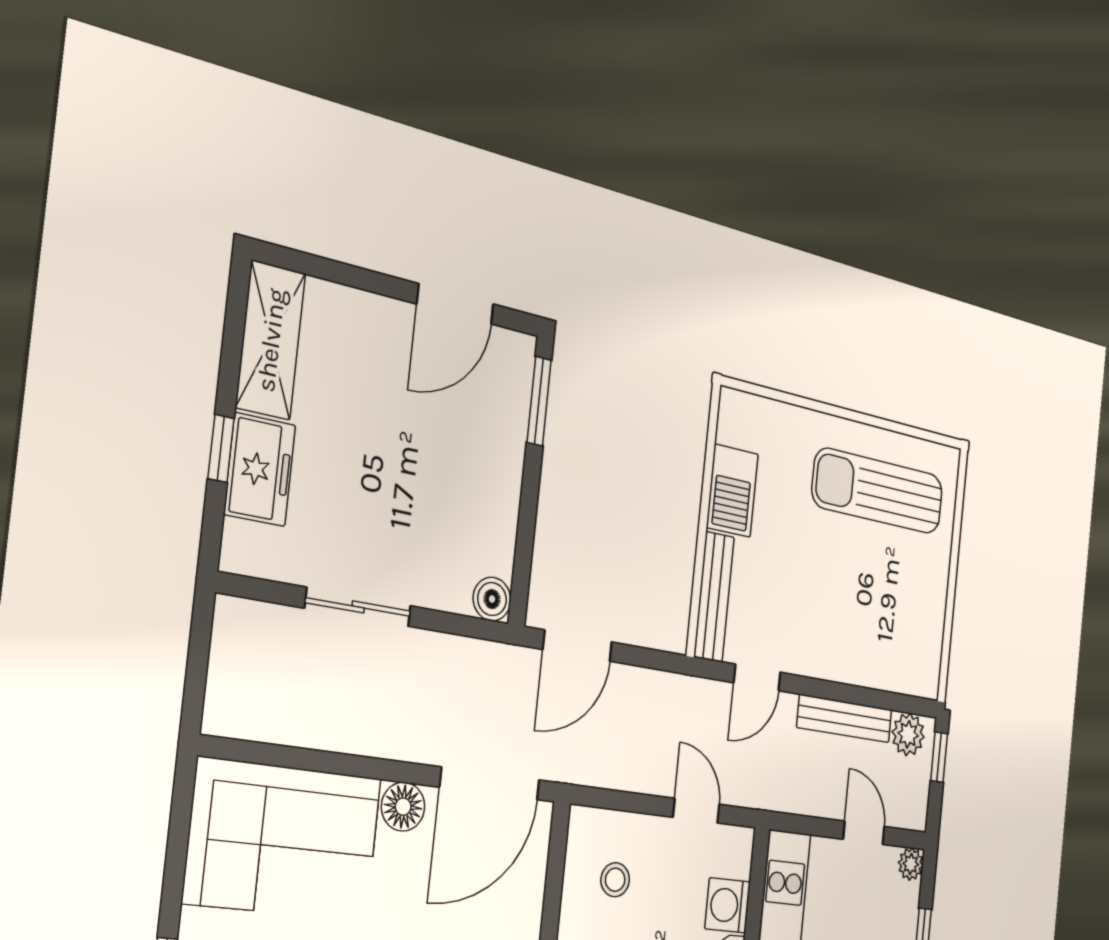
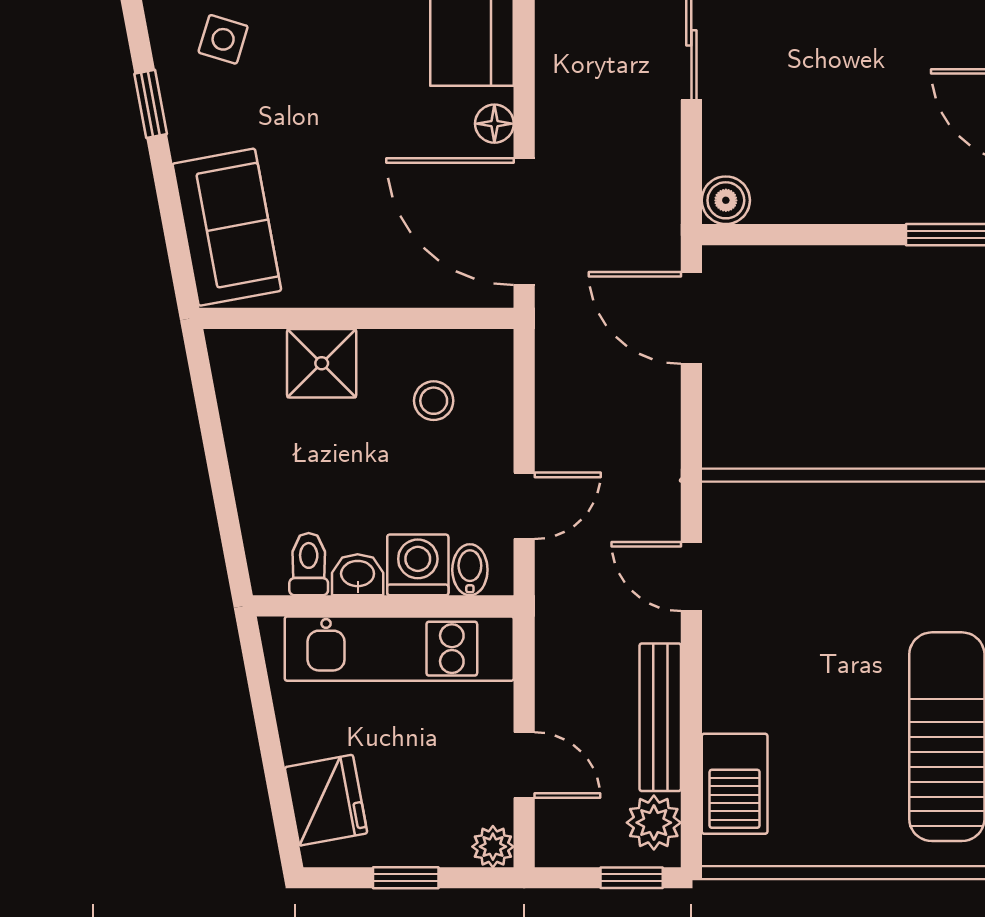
barbecue: (732, 491) -> (735, 784), moved, turned -90
bench: (714, 597) -> (776, 501), removed
floor lamp: (403, 807) -> (494, 124), width x0.73, depth x0.73
door: (864, 833) -> (524, 765), hinge flipped
bidet: (735, 862) -> (470, 570), added

